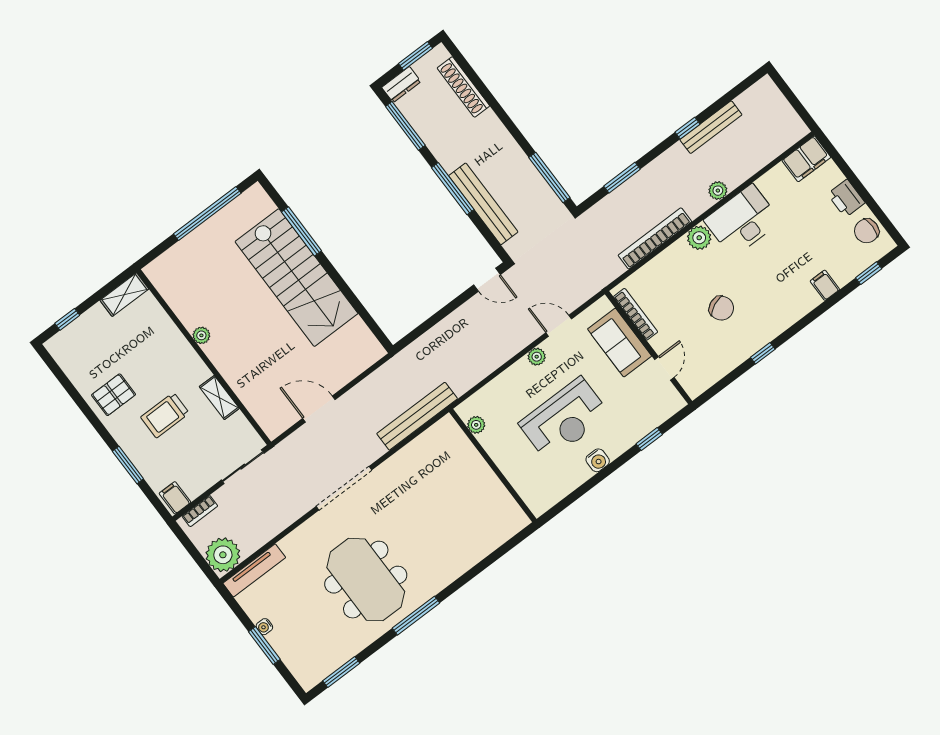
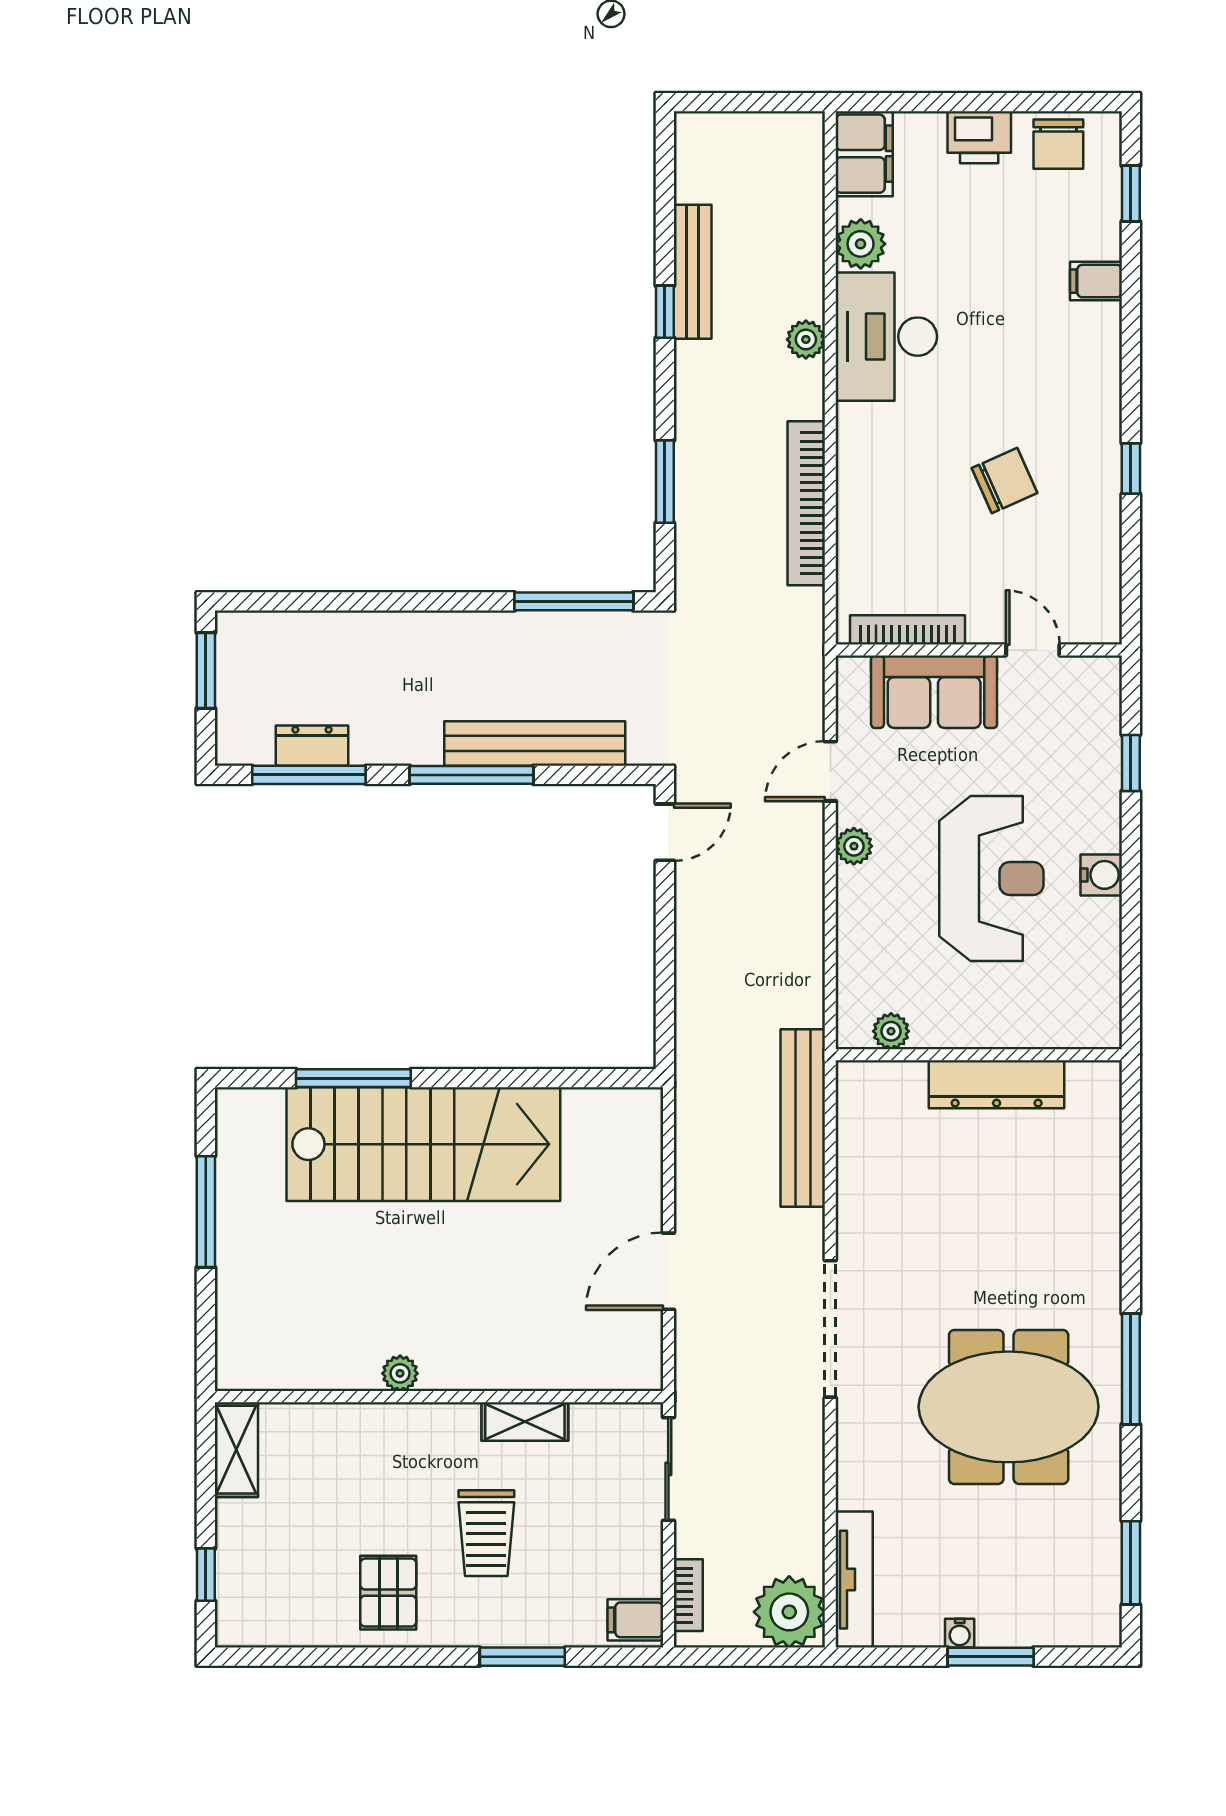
dresser: (401, 84) -> (312, 746), moved, turned -90
shoe rack: (463, 87) -> (317, 630), removed
window: (207, 214) -> (206, 1212), width x0.68
plant: (699, 238) -> (861, 244), moved
dresser: (487, 481) -> (997, 1084), added

